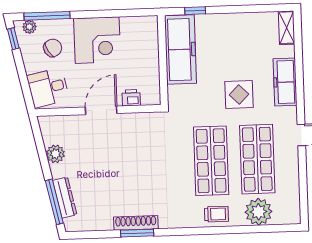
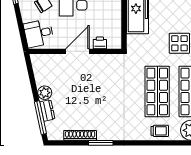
plant: (55, 154) -> (45, 93), moved
dresser: (65, 198) -> (47, 110), width x0.70
shoe rack: (136, 223) -> (80, 135), moved

